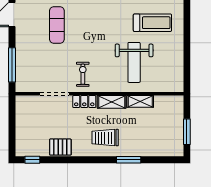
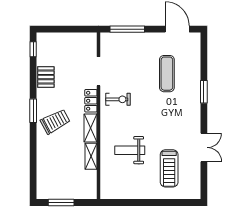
exercise mat: (57, 25) -> (167, 74), turned 90
weight bench: (134, 62) -> (130, 150), width x0.73, depth x0.75
trolley: (105, 138) -> (55, 121), turned 62
window: (129, 160) -> (33, 111), moved

